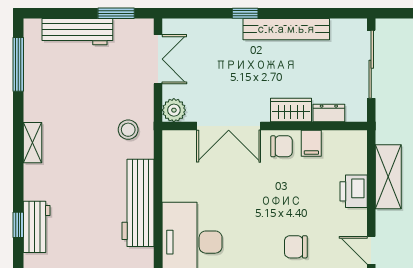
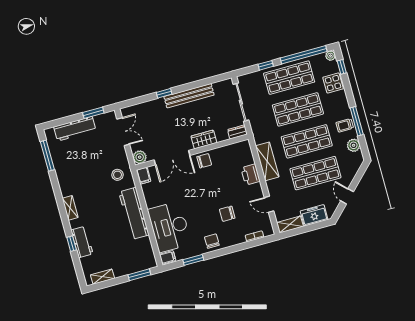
dresser: (329, 113) -> (237, 132), moved
shelving: (33, 143) -> (70, 208), moved
filing cabinet: (311, 143) -> (144, 176), moved

